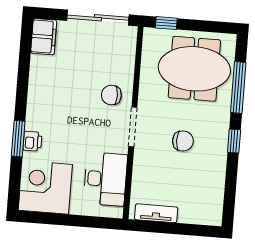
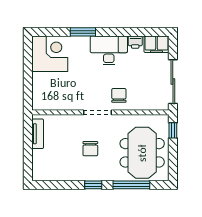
printer: (32, 141) -> (135, 42), moved
desk: (105, 179) -> (109, 50), moved, turned 180

